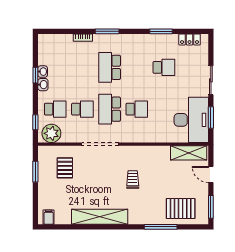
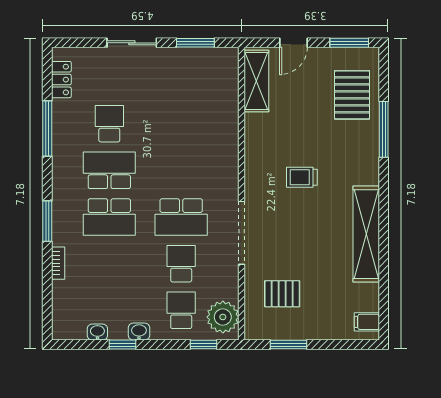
window: (161, 31) -> (47, 129), width x1.44
washbasin: (43, 72) -> (97, 332), moved
school desk: (137, 109) -> (109, 170), moved, width x1.85
desk: (191, 120) -> (200, 76), removed

